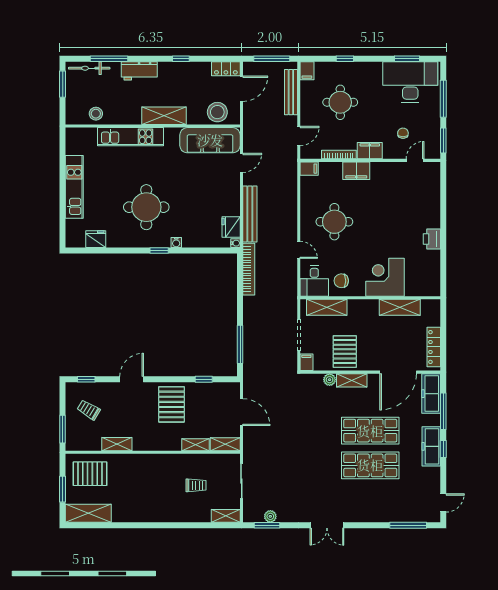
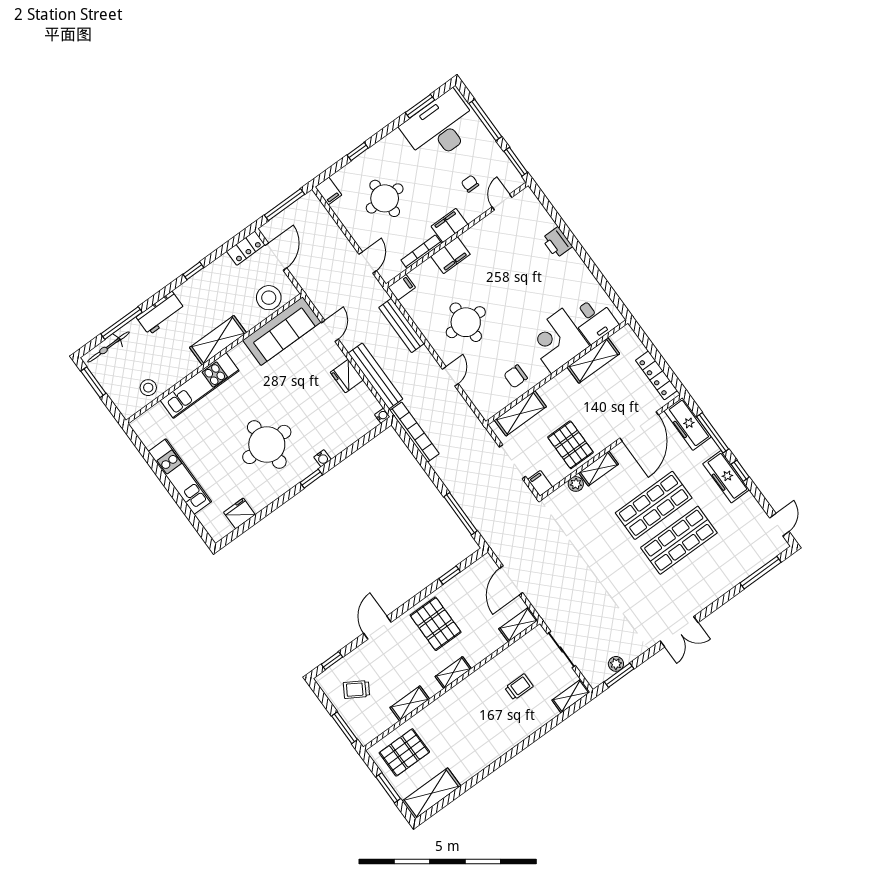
bench: (291, 92) -> (402, 325), moved
fridge: (231, 227) -> (347, 376), moved
printer: (432, 239) -> (557, 242), moved
door: (299, 250) -> (450, 376), hinge flipped
desk: (314, 281) -> (594, 320), moved
door: (241, 412) -> (511, 580), swing flipped
shelving: (196, 445) -> (453, 673), moved

